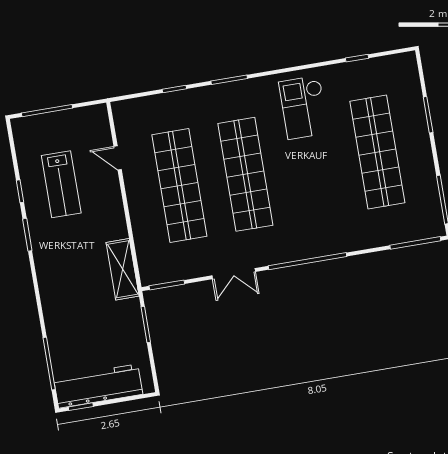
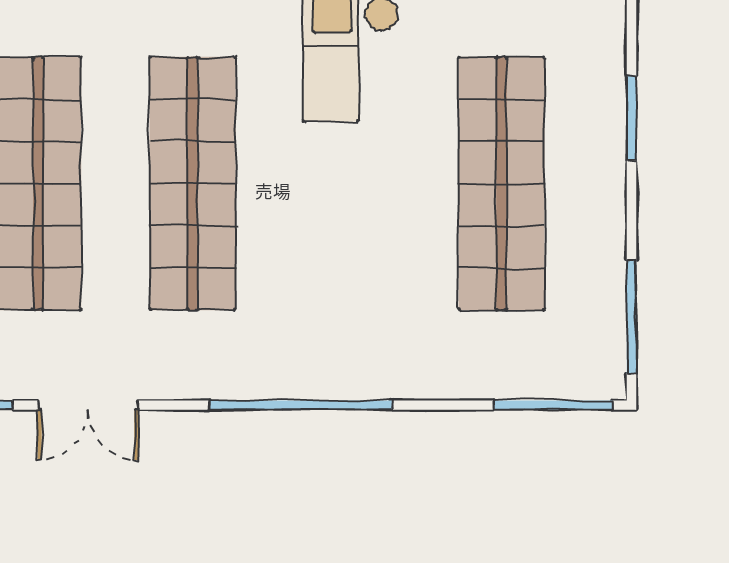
double door: (234, 274) -> (88, 405), moved

